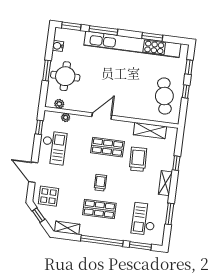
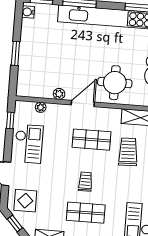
water cooler: (58, 46) -> (28, 12), moved
round table: (65, 76) -> (115, 83), moved
plant: (59, 104) -> (59, 94), moved

